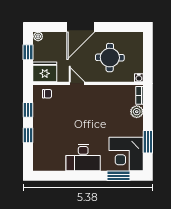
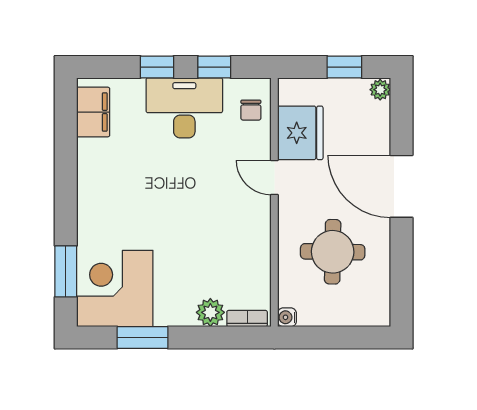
fridge: (45, 72) -> (300, 133), moved
door: (77, 83) -> (274, 177), swing flipped
desk: (83, 158) -> (184, 108), moved, turned 90
filing cabinet: (48, 164) -> (93, 112), added

